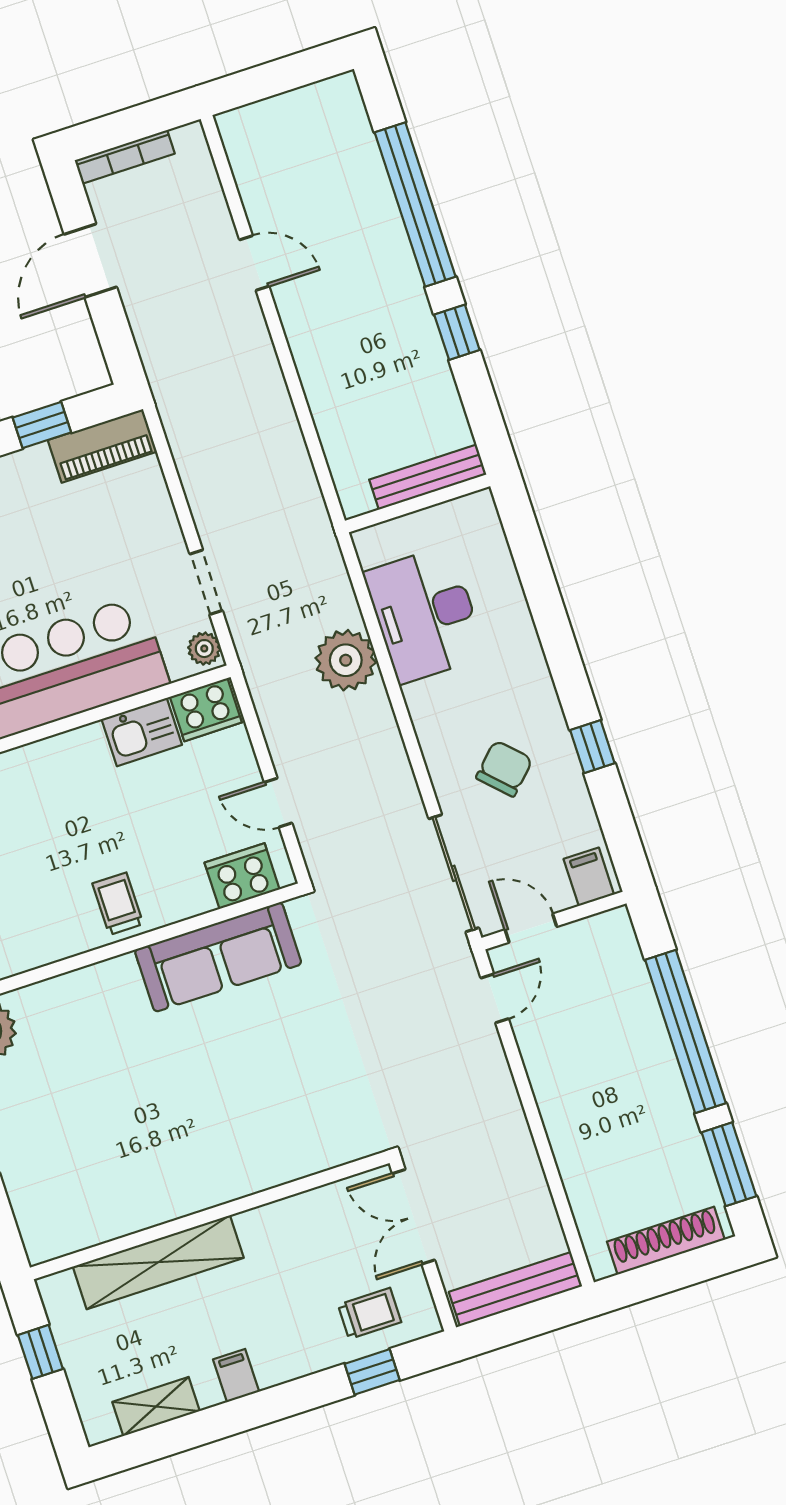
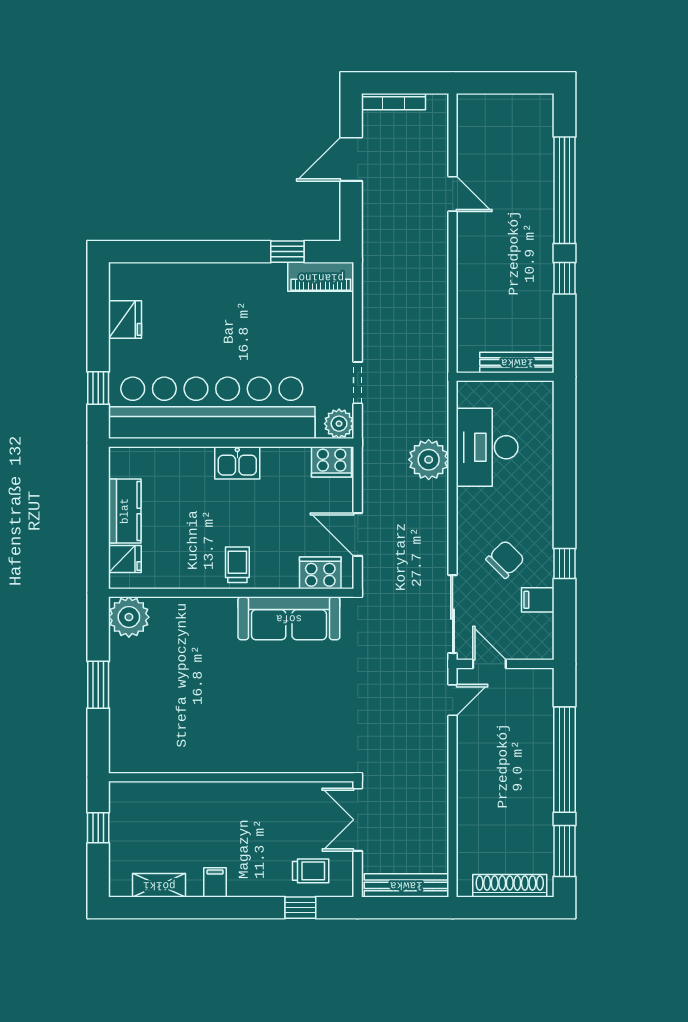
plant: (204, 649) -> (339, 424), width x1.38, depth x1.38
kitchen sink: (142, 732) -> (237, 463), moved
door: (278, 803) -> (358, 534), width x1.38
filing cabinet: (589, 877) -> (538, 600), moved, turned -90
shelving: (158, 1262) -> (190, 796), removed

